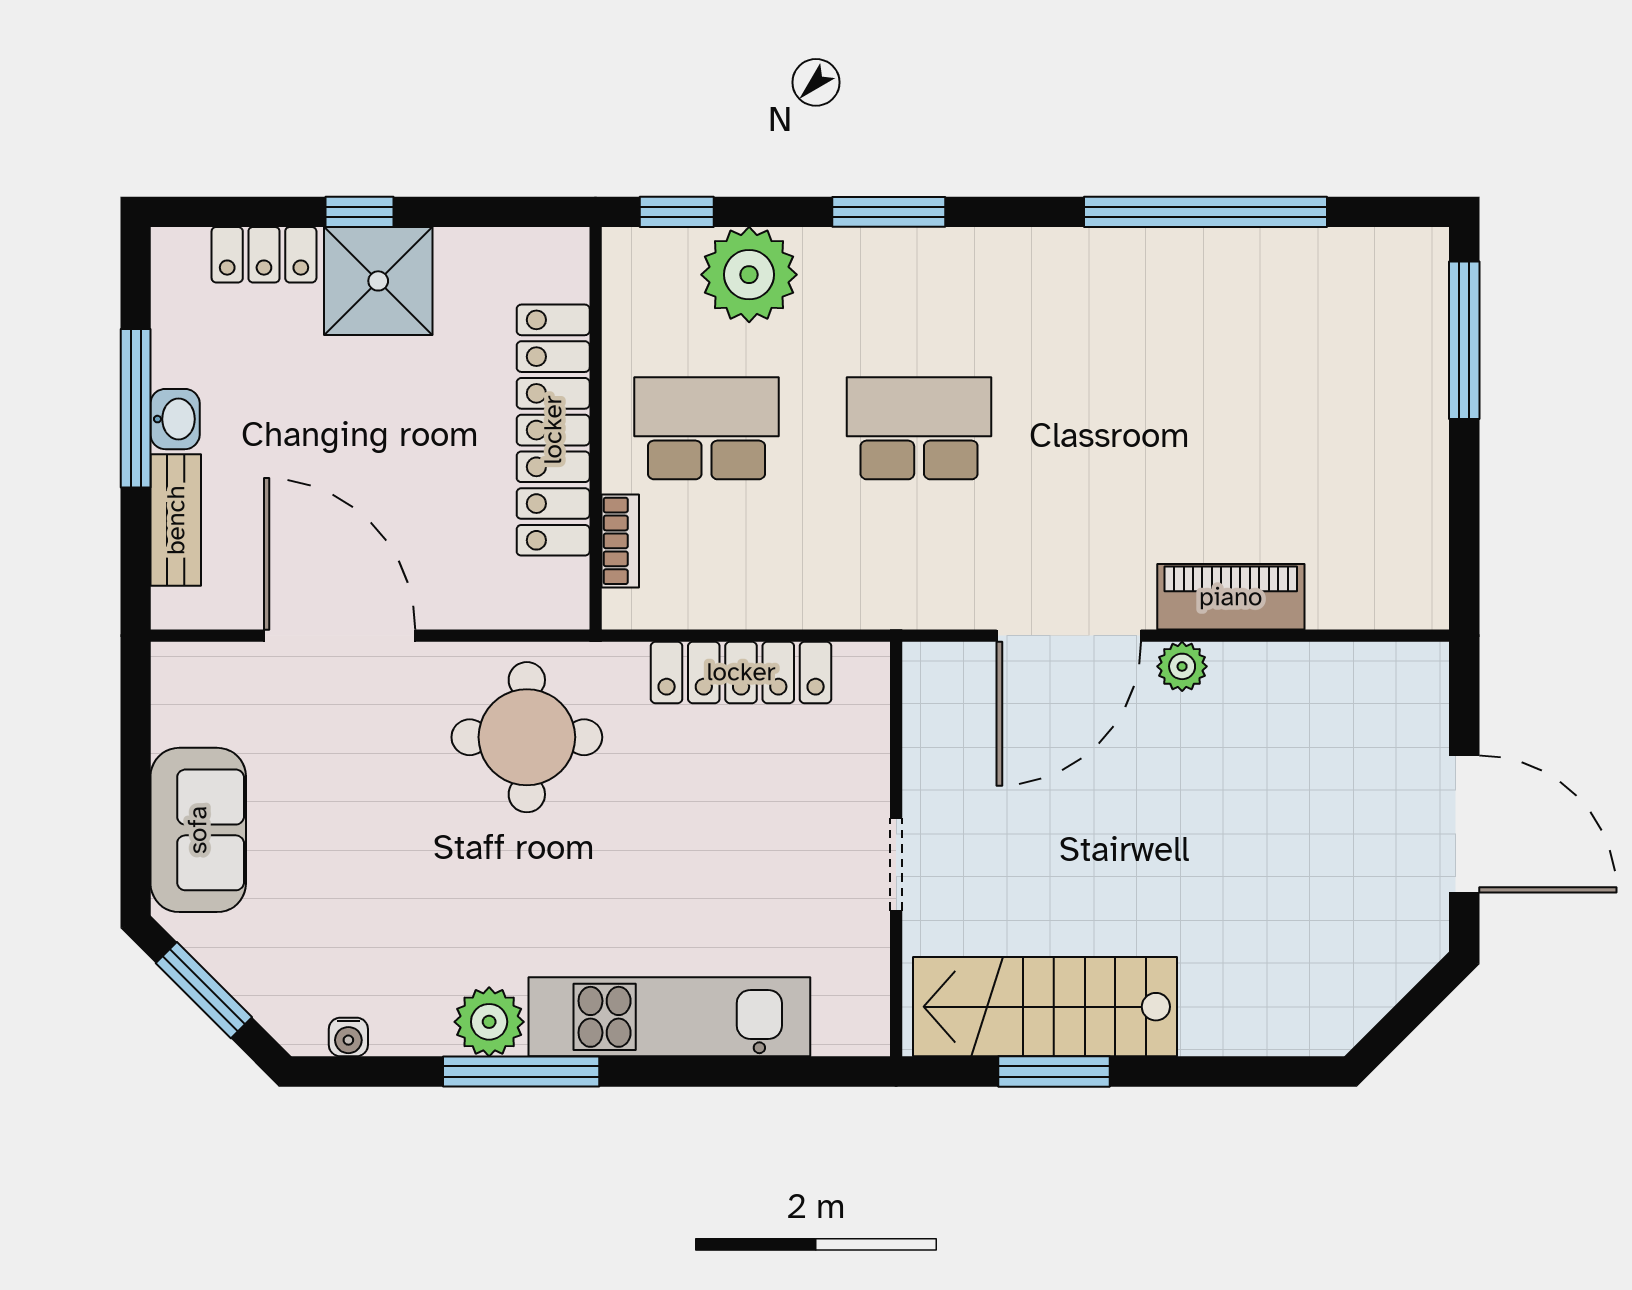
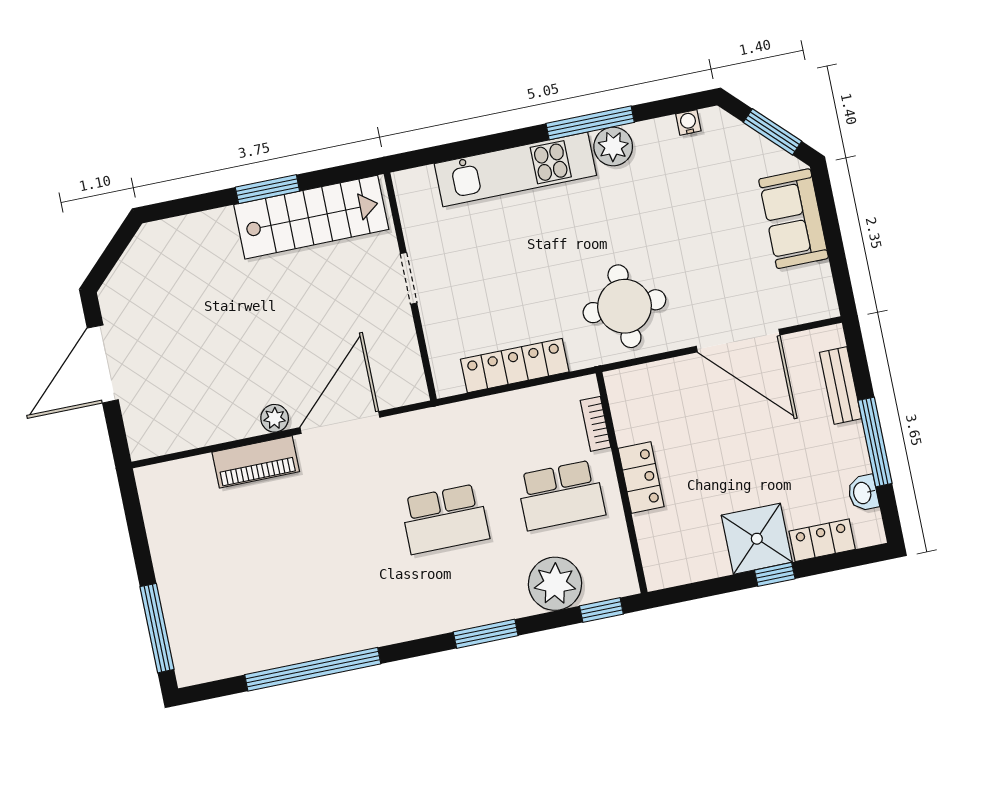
washbasin: (175, 419) -> (863, 493), moved
locker: (553, 430) -> (641, 478), width x0.46, depth x0.83
door: (1464, 824) -> (103, 364), hinge flipped
window: (1054, 1072) -> (267, 189), moved

